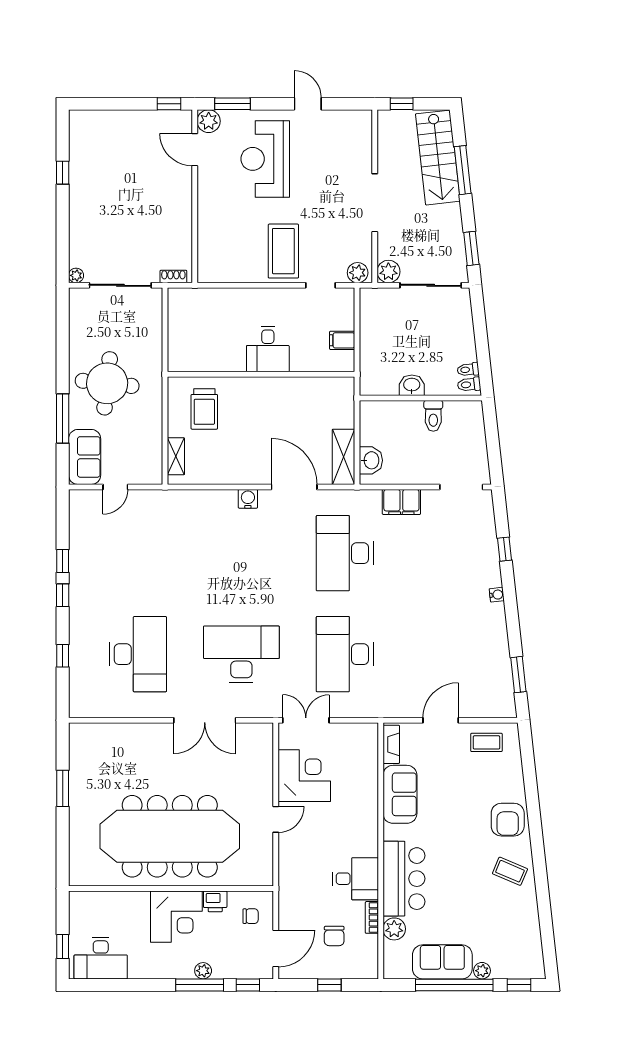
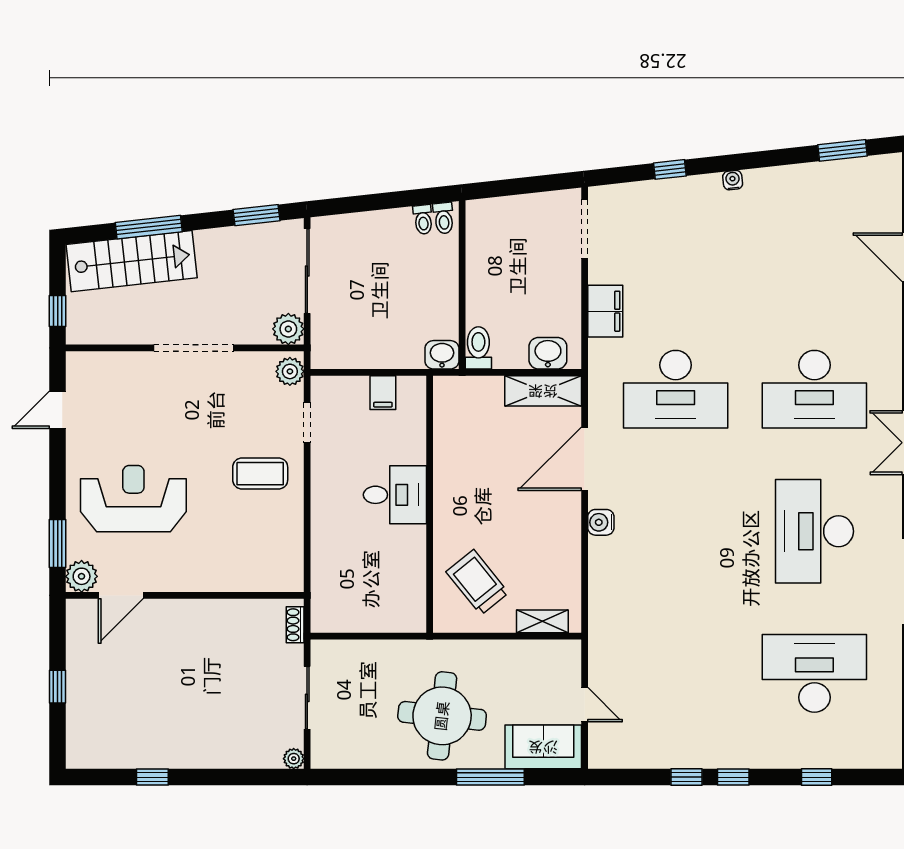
window: (169, 104) -> (58, 687), moved
door: (308, 104) -> (58, 410), moved
reception desk: (265, 159) -> (133, 499), turned 180
coffee table: (283, 251) -> (260, 474), width x0.73, depth x0.76
sliding door: (120, 285) -> (307, 698), width x0.73
washbasin: (412, 385) -> (442, 355), moved, turned 90
trolley: (204, 409) -> (477, 582), turned -129
toilet: (433, 416) -> (478, 348), moved, turned -90

